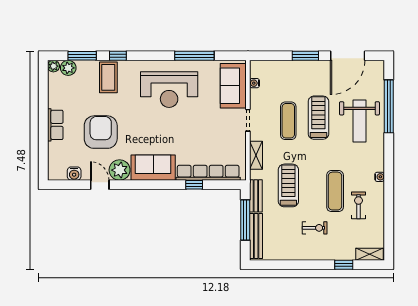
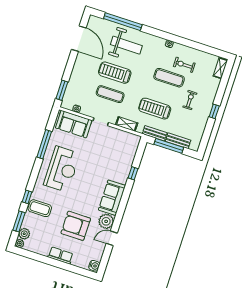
window: (305, 56) -> (62, 90), moved
row of seats: (208, 173) -> (128, 161), removed
water cooler: (74, 174) -> (94, 266), moved
bench: (256, 236) -> (178, 141), width x0.73
window: (344, 265) -> (214, 111), moved

